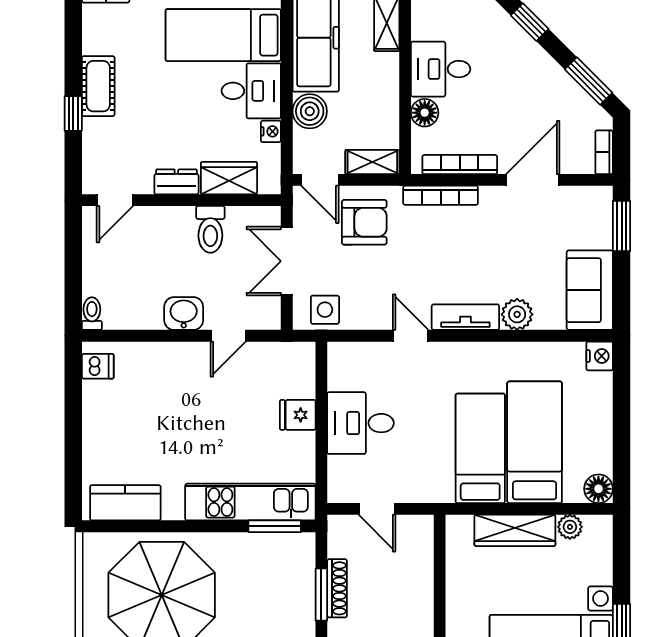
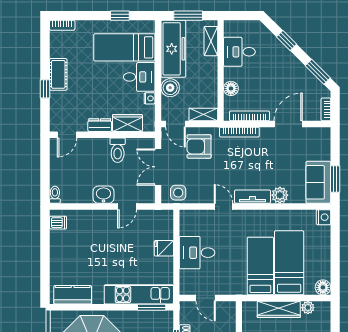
desk: (441, 69) -> (239, 52), moved
armchair: (364, 222) -> (199, 146), turned 180
window: (622, 226) -> (335, 179), moved

